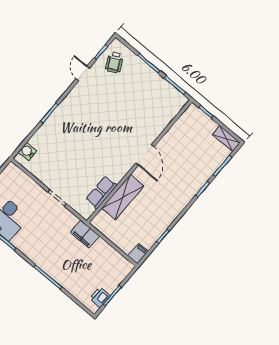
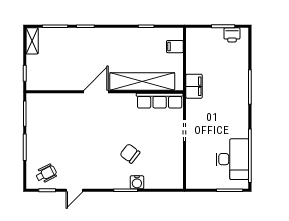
chair: (75, 140) -> (130, 154), added
water cooler: (27, 151) -> (137, 182), moved
row of seats: (101, 192) -> (160, 101), width x1.48
shelving: (123, 197) -> (142, 81), width x1.47
filing cabinet: (138, 254) -> (175, 47), moved

